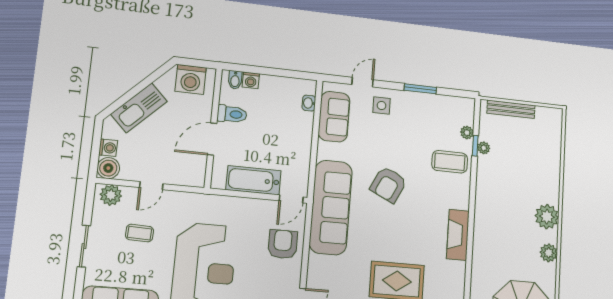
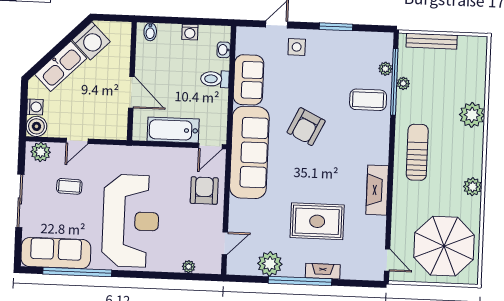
washing machine: (191, 79) -> (91, 41), moved, turned -45
washing machine: (251, 80) -> (190, 32), moved
toilet: (232, 114) -> (215, 79), moved, turned 180
sofa: (334, 117) -> (248, 80), moved
door: (212, 139) -> (131, 92), swing flipped
window: (475, 146) -> (394, 82), width x3.17
sun lounger: (496, 216) -> (417, 152), added
plant: (547, 217) -> (472, 115), moved
fireplace: (458, 235) -> (377, 190), moved
sliding door: (84, 246) -> (20, 201), width x1.37

